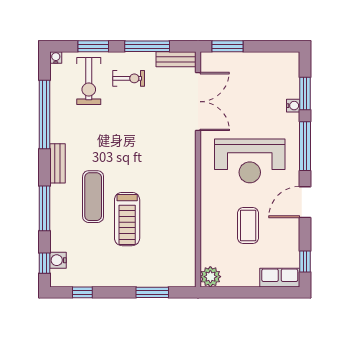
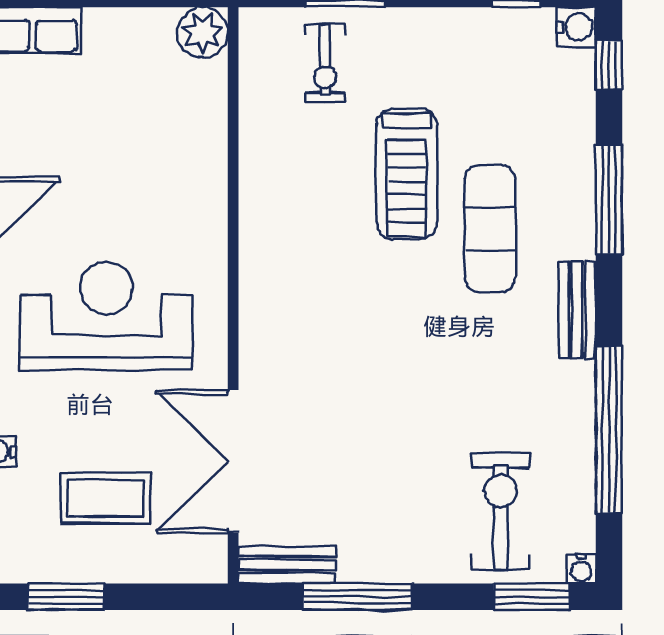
window: (93, 46) -> (532, 597), moved
window: (227, 46) -> (66, 597), moved
exercise bike: (129, 78) -> (325, 63), moved, turned -90
treadmill: (127, 219) -> (407, 174), turned 180
coffee table: (248, 226) -> (105, 498), moved, turned 90
water cooler: (58, 260) -> (576, 27), moved

